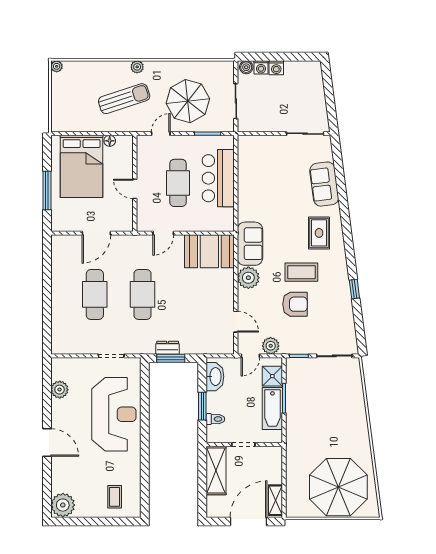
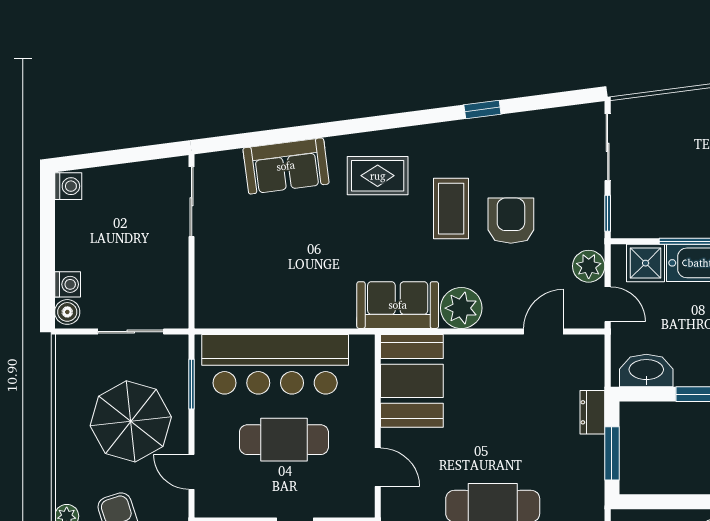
washing machine: (276, 68) -> (68, 186), moved
bar counter: (218, 178) -> (275, 364), width x1.36
dresser: (168, 348) -> (592, 412), moved

